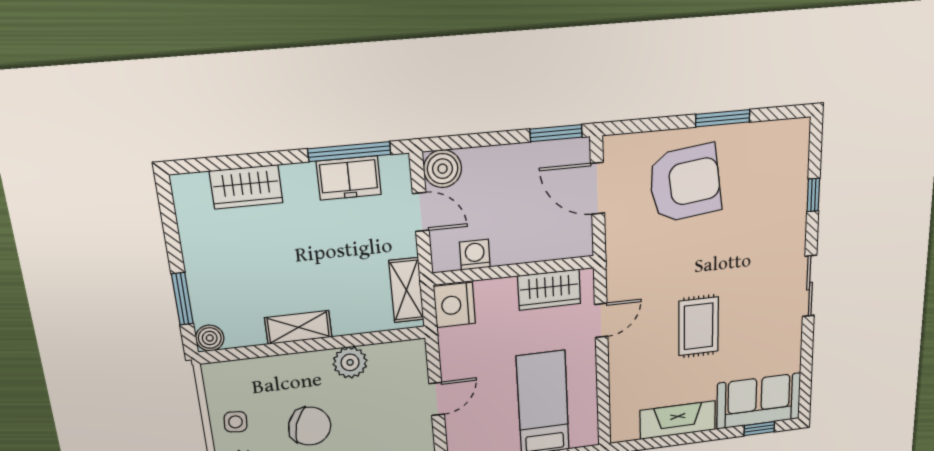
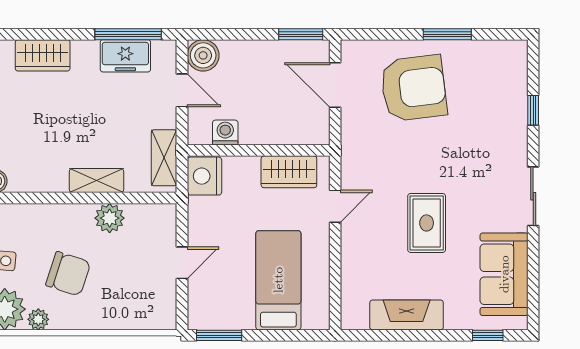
shelving: (298, 327) -> (96, 181), moved
sofa: (759, 401) -> (504, 274), moved, turned -90

